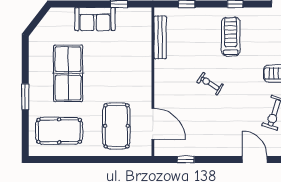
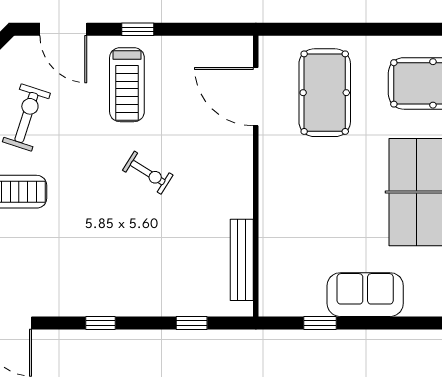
treadmill: (231, 37) -> (127, 85), moved
window: (186, 159) -> (138, 29), moved

